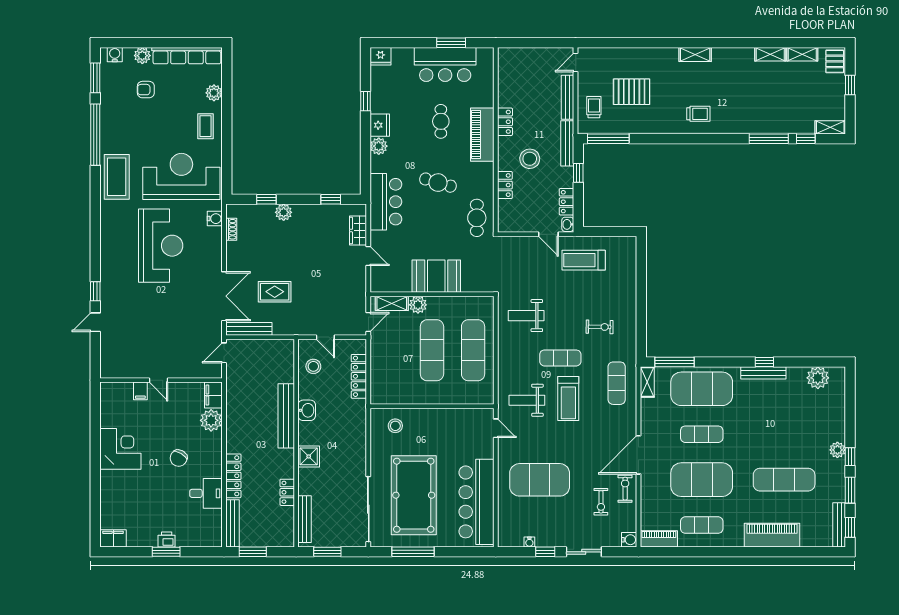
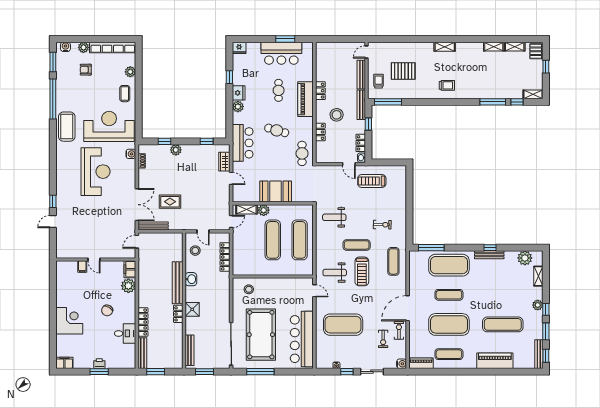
shelving: (647, 382) -> (538, 276), moved
corner desk: (120, 449) -> (69, 321), moved
locker: (287, 492) -> (178, 314), moved

